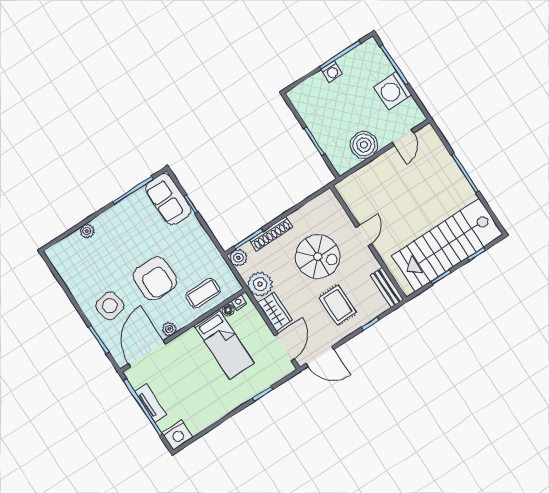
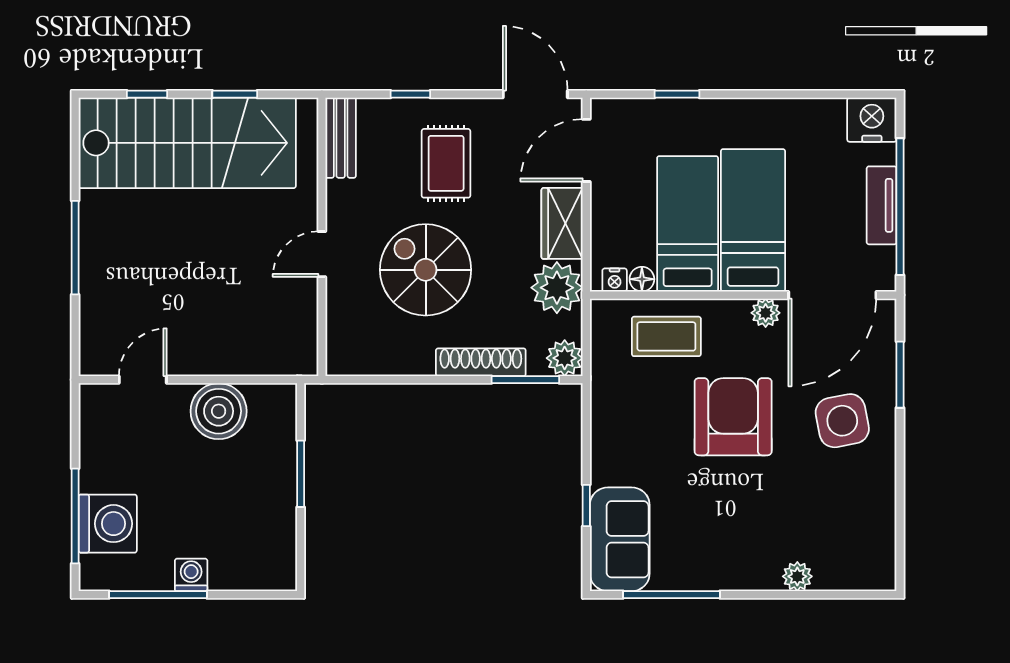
washing machine: (392, 91) -> (108, 524), moved
bed: (199, 363) -> (753, 220), added

